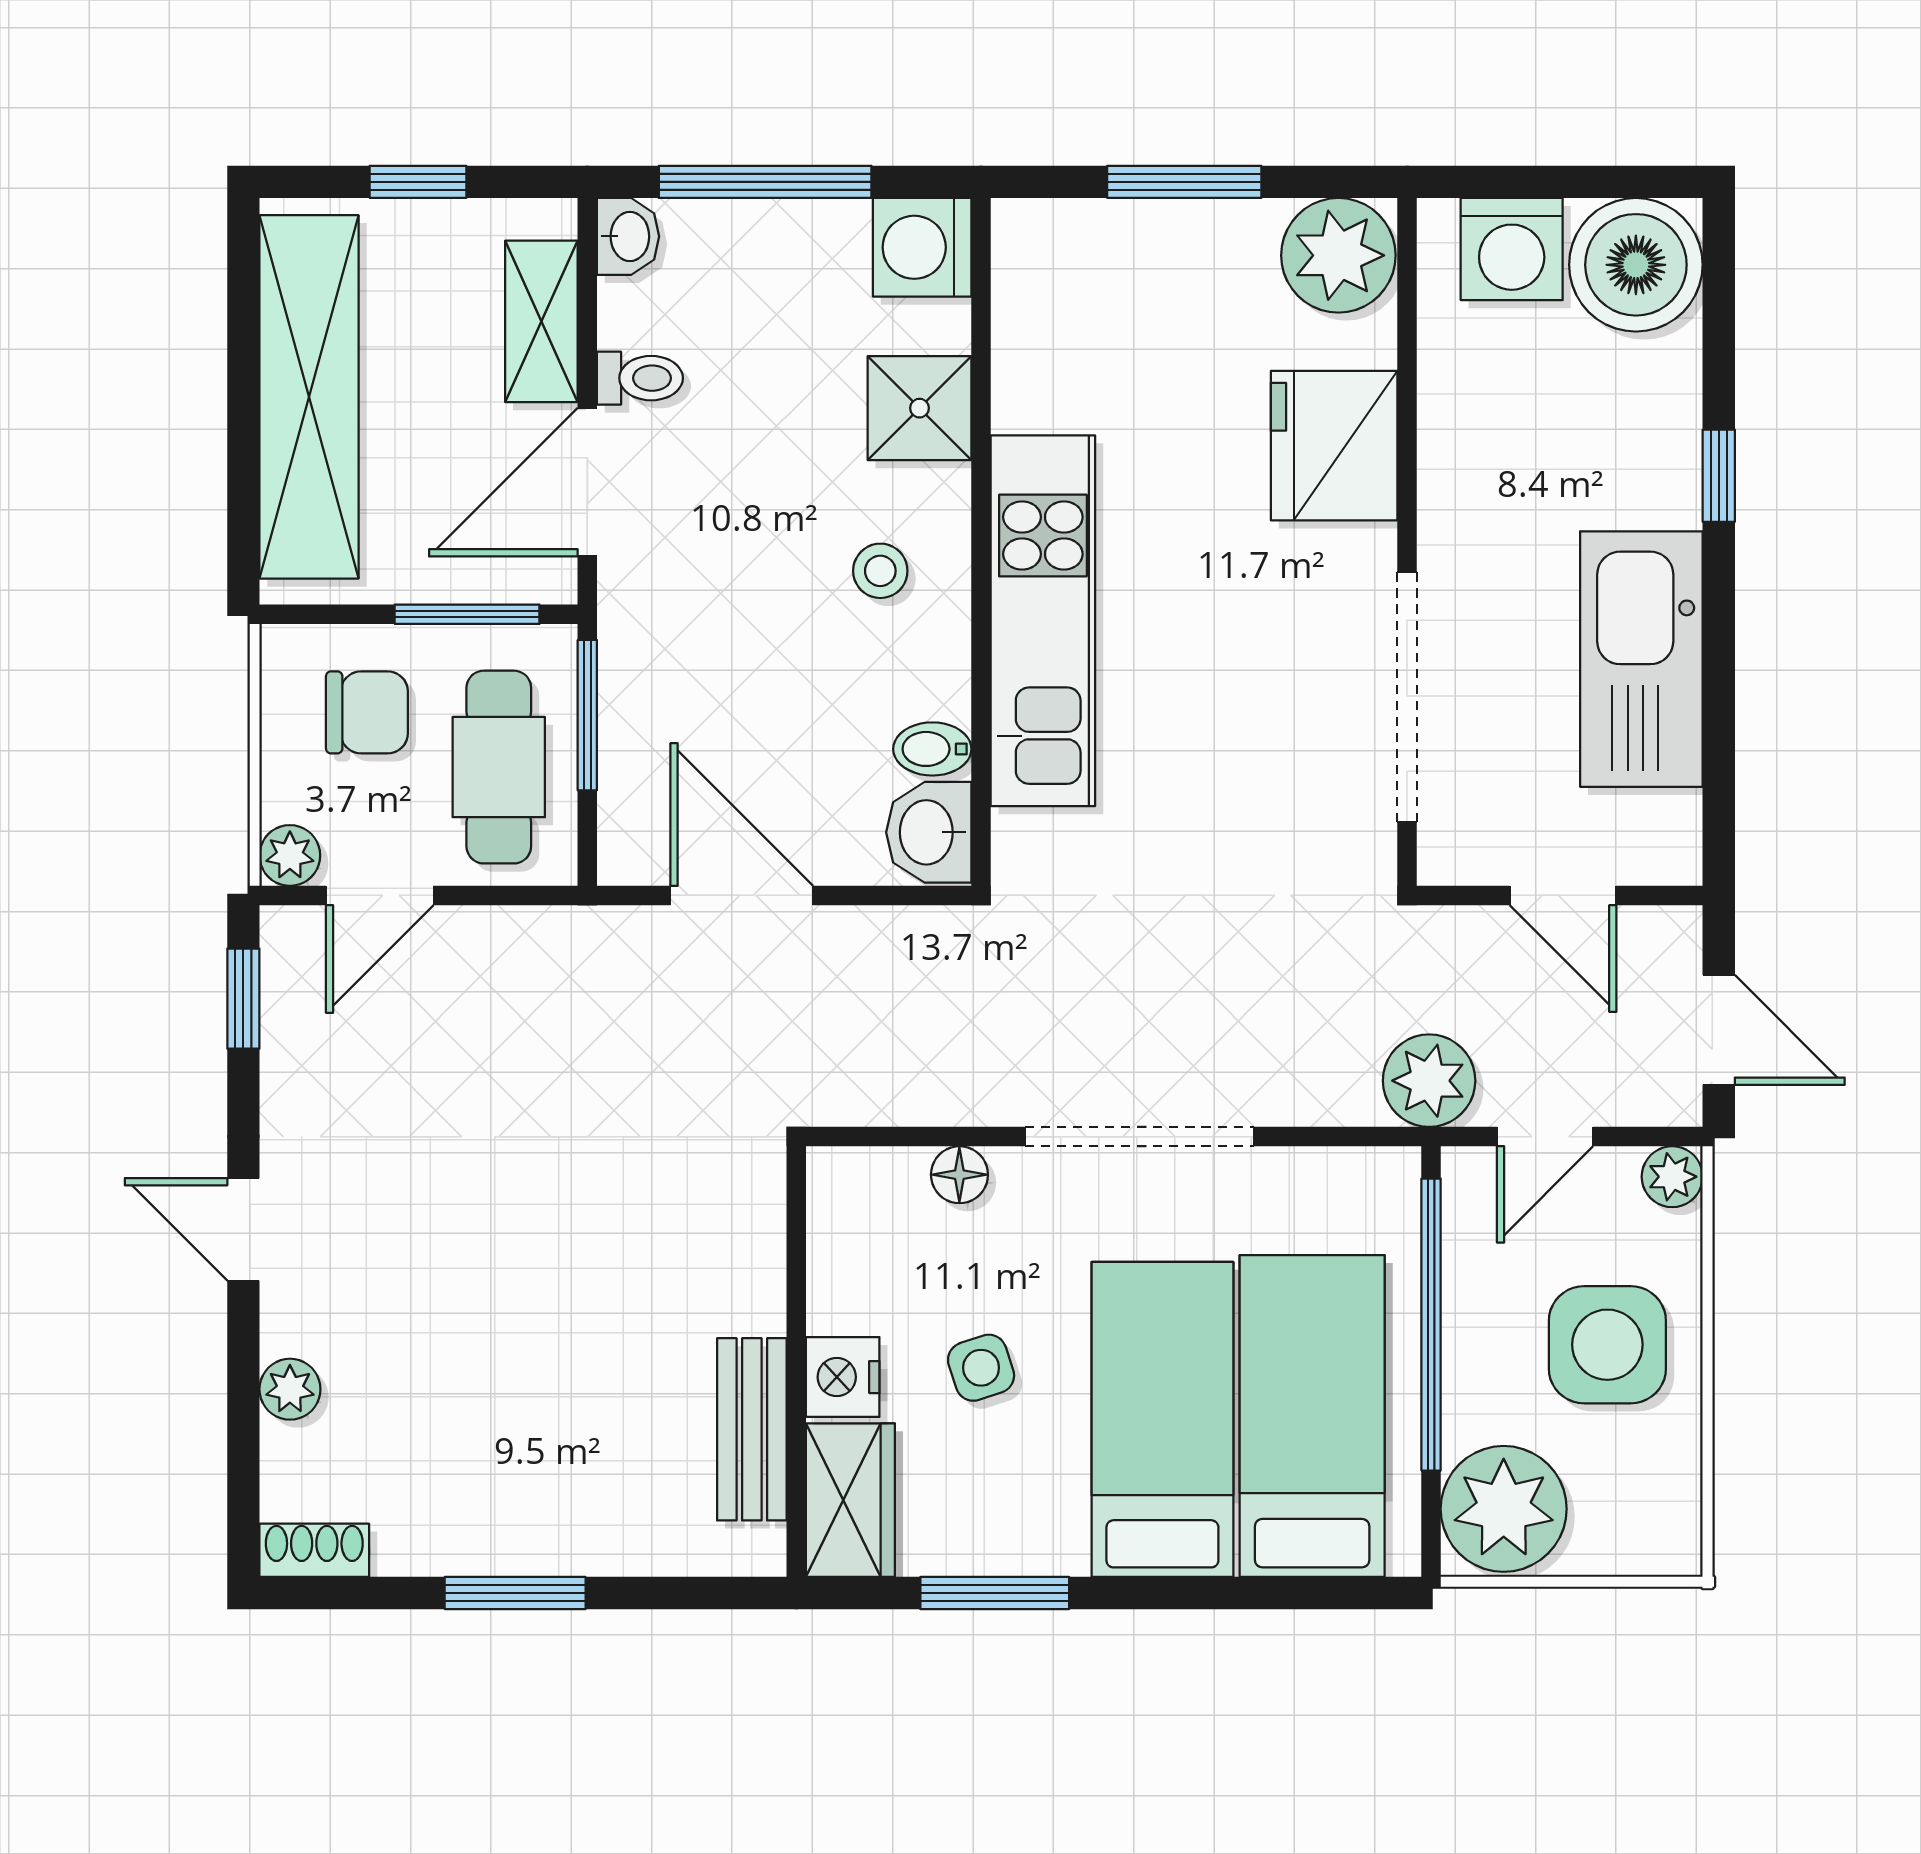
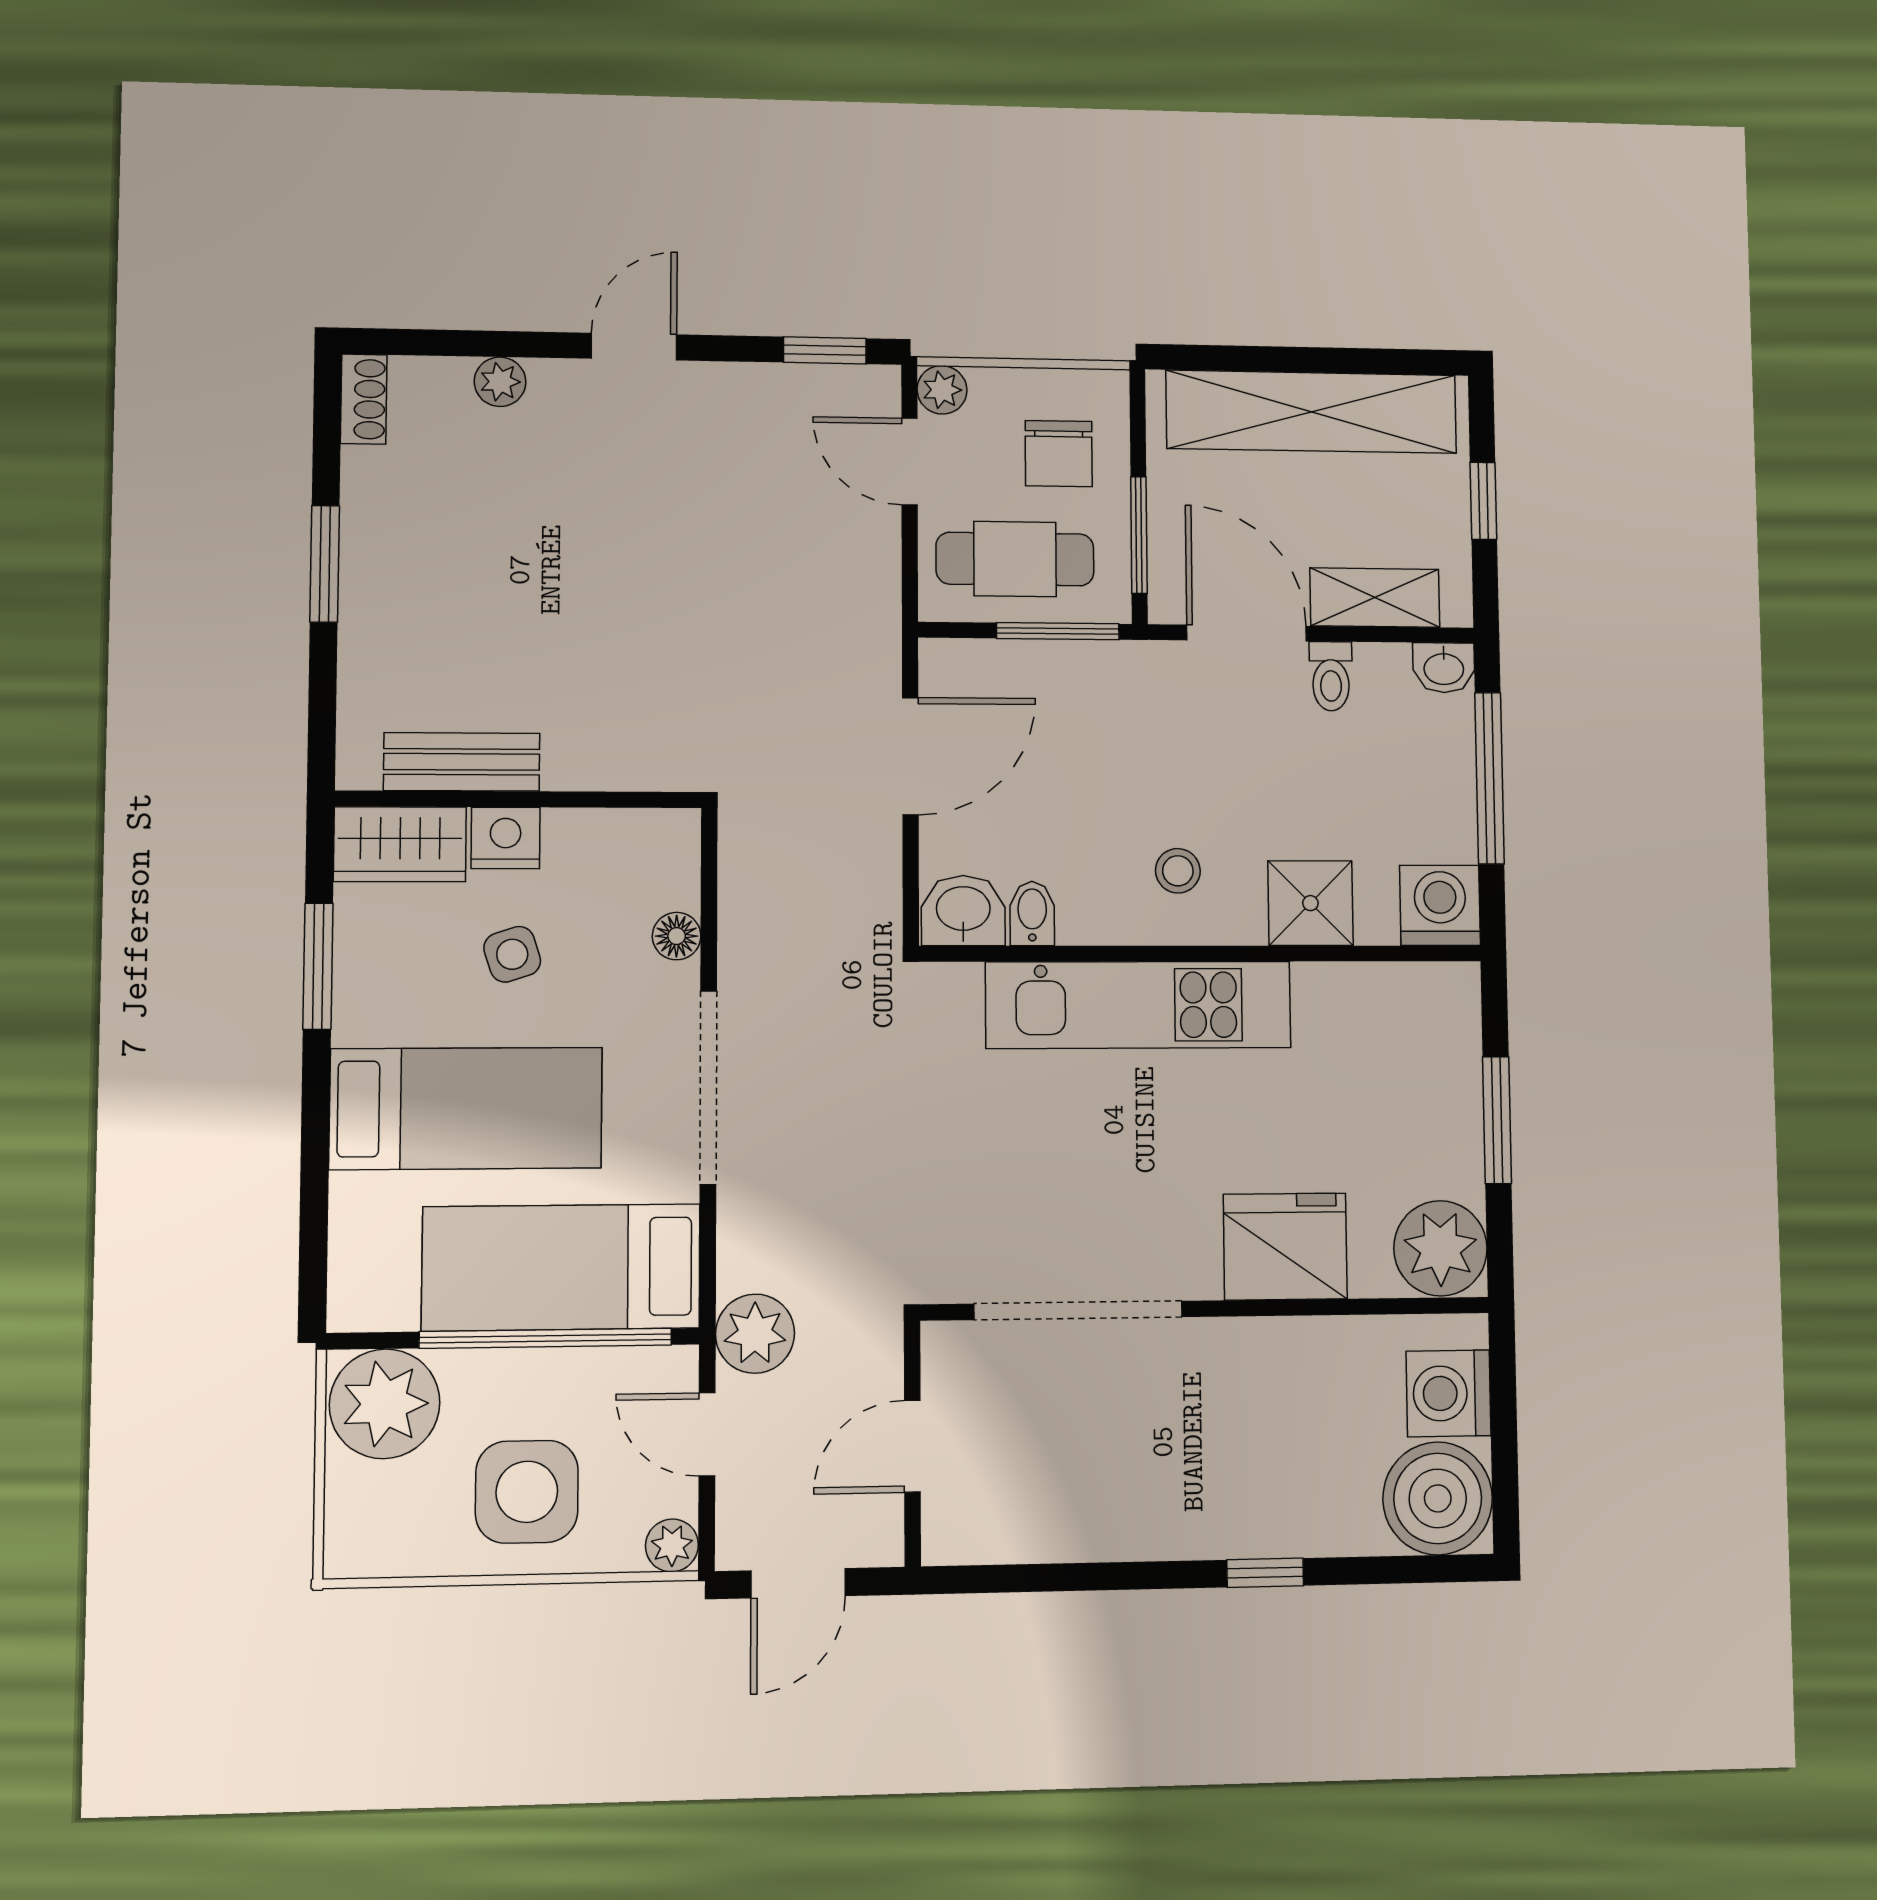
kitchen sink: (1641, 659) -> (1112, 1510), removed
bed: (1312, 1416) -> (561, 1267), moved, turned 180

